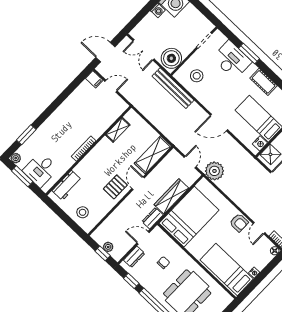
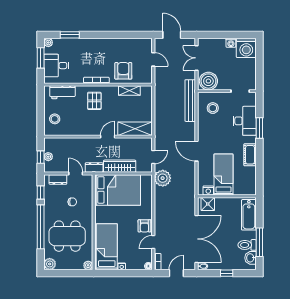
filing cabinet: (94, 79) -> (147, 44), removed
armchair: (97, 119) -> (123, 71), added
pallet: (115, 187) -> (94, 101), moved, turned 90
plant: (227, 299) -> (88, 265), added

